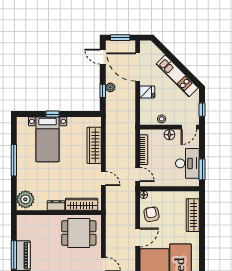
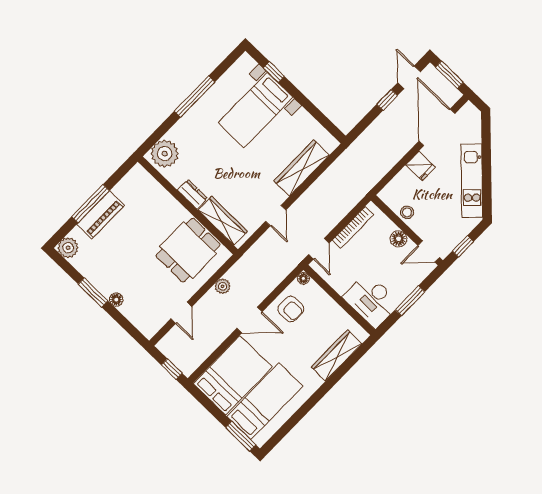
plant: (110, 87) -> (223, 286), moved
window: (103, 91) -> (387, 100), moved
window: (53, 114) -> (274, 72), moved
desk: (187, 163) -> (371, 300), moved, turned 90
window: (202, 169) -> (410, 301), moved
armchair: (151, 214) -> (291, 309), turned 100
dining table: (79, 233) -> (188, 250), turned 90

